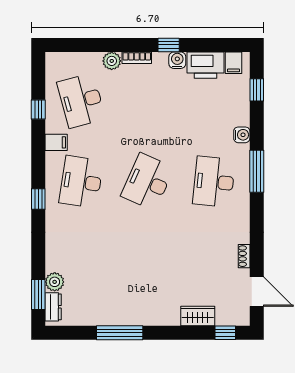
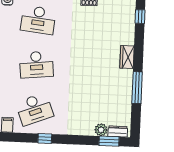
desk: (81, 182) -> (34, 109), turned -30
desk: (148, 182) -> (36, 65), turned -30
wardrobe: (198, 316) -> (127, 57), moved

